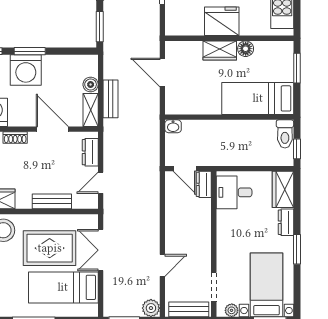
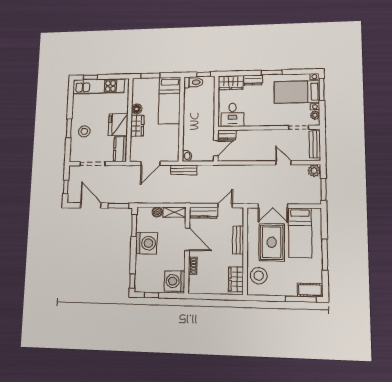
kitchen counter: (184, 26) -> (120, 149), added
window: (30, 51) -> (134, 225), moved
washing machine: (26, 70) -> (146, 243), moved
bench: (110, 99) -> (183, 170), moved
door: (52, 129) -> (187, 239), swing flipped
dresser: (90, 152) -> (204, 213), width x1.44
door: (101, 183) -> (225, 206), swing flipped

